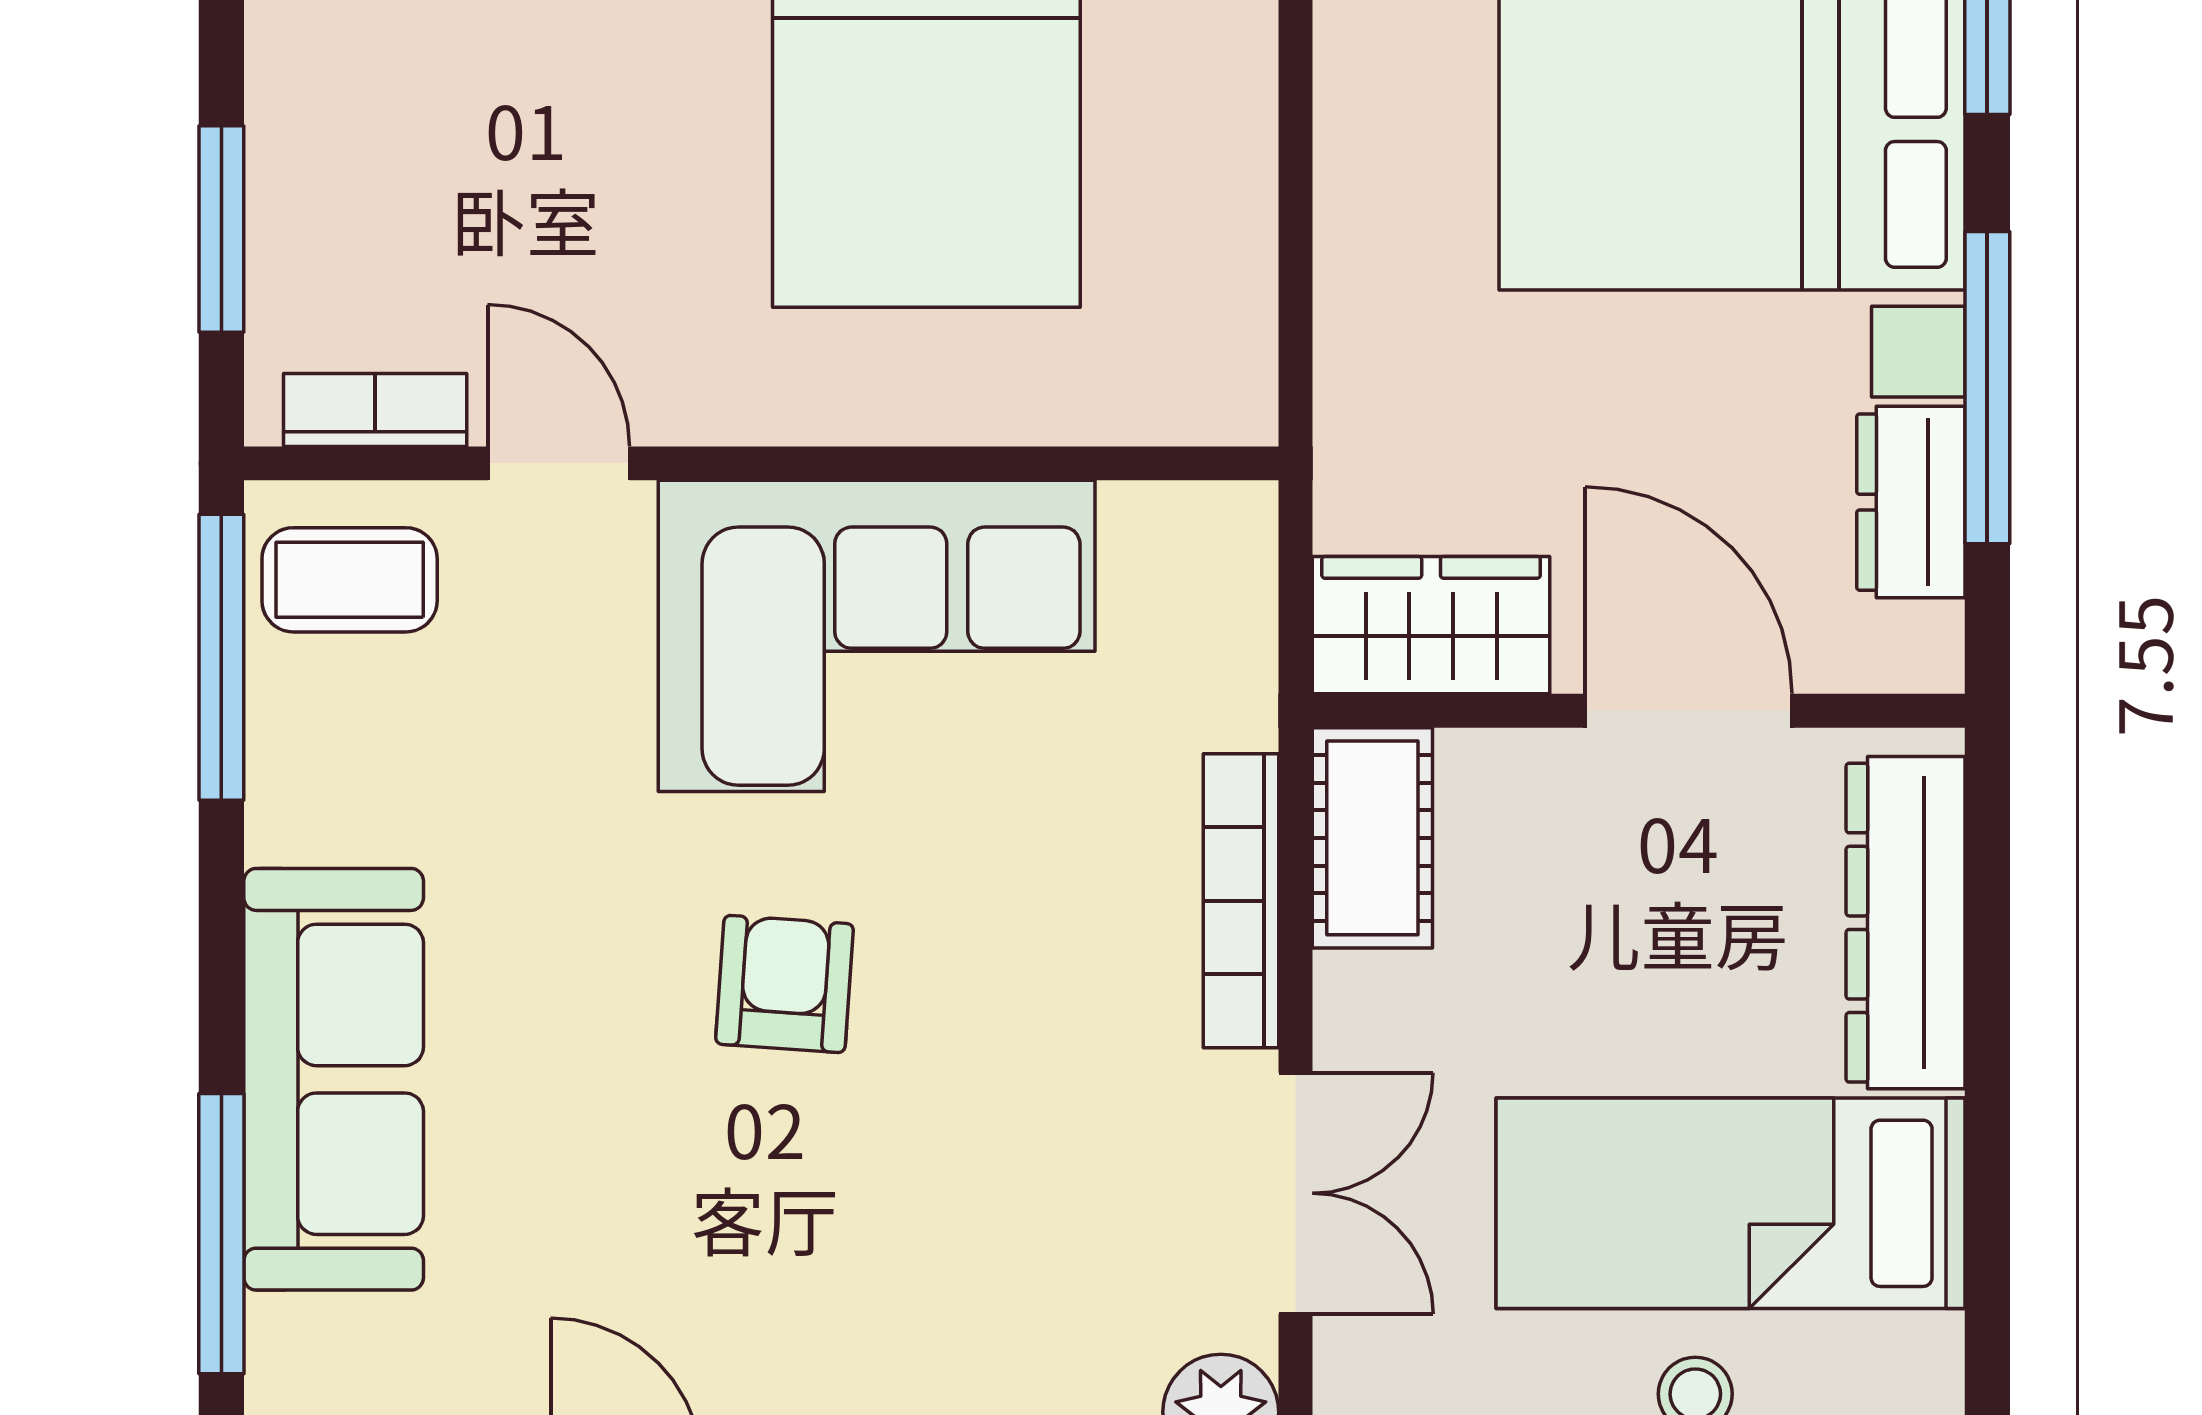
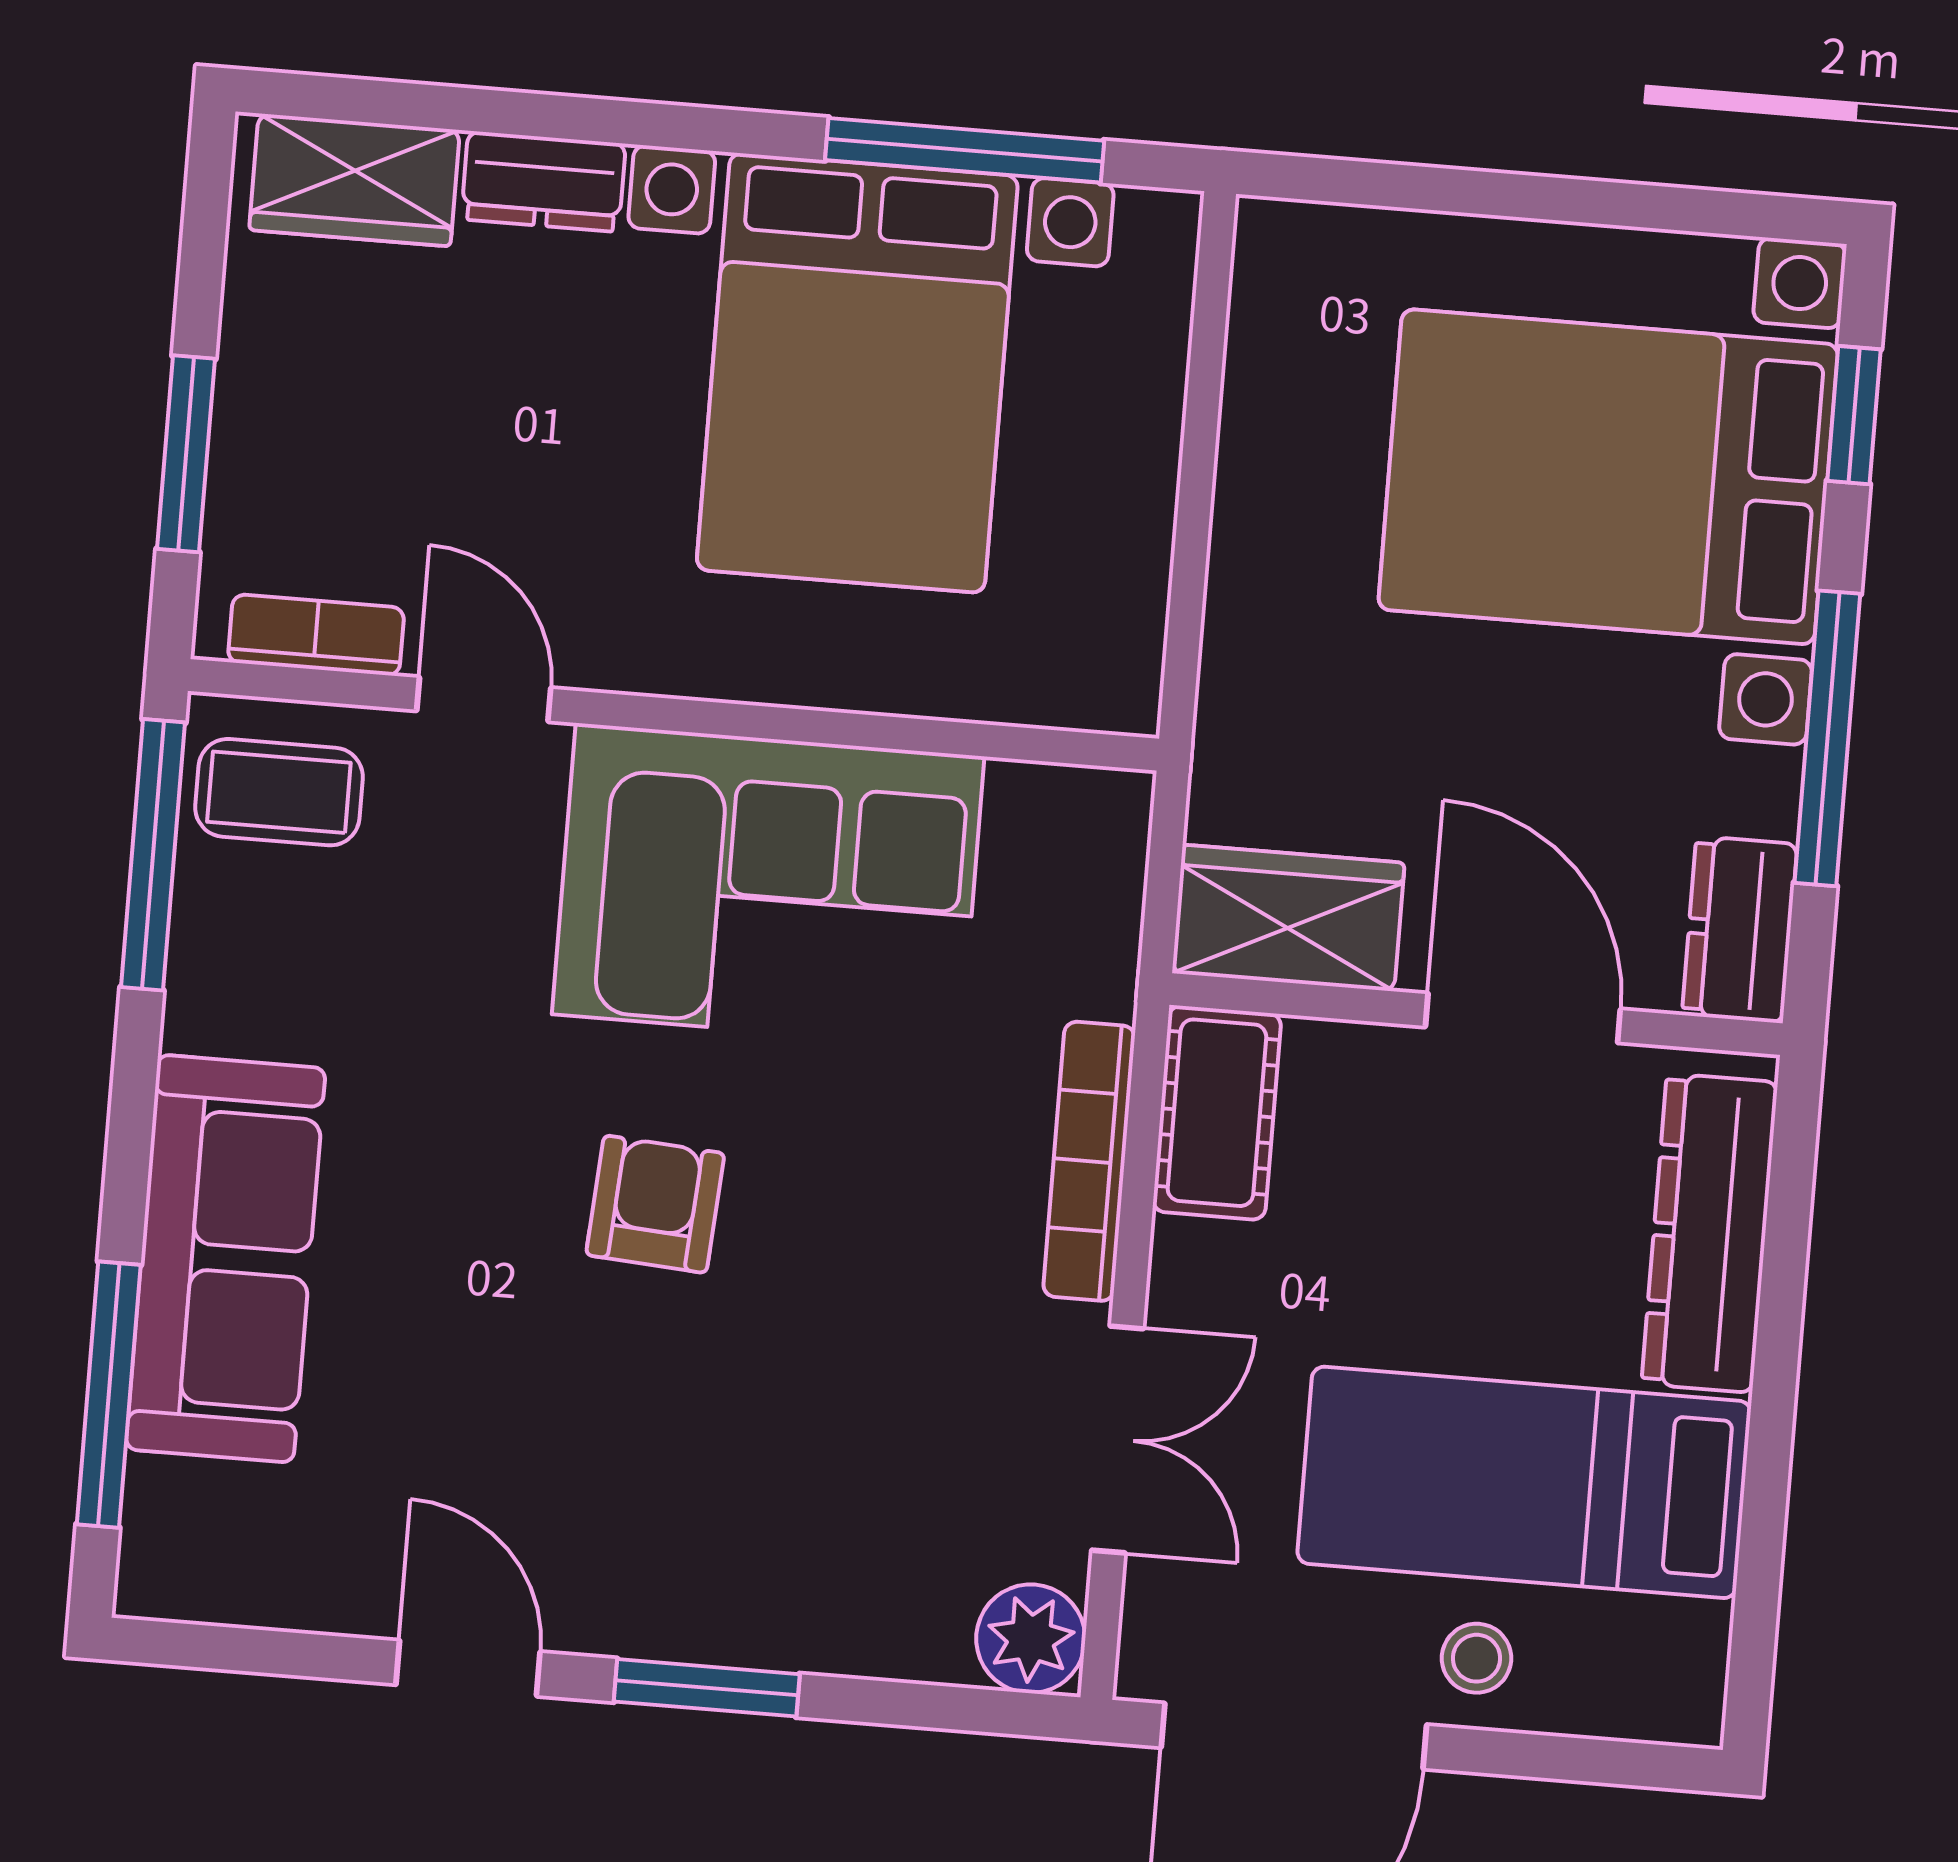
dresser: (1911, 502) -> (1740, 929), moved

